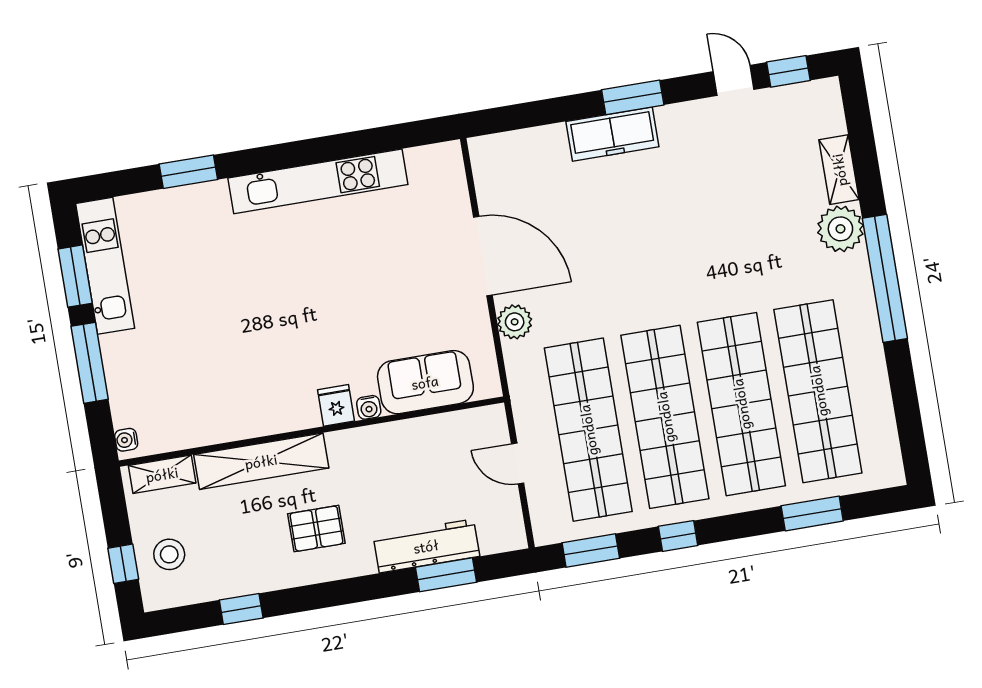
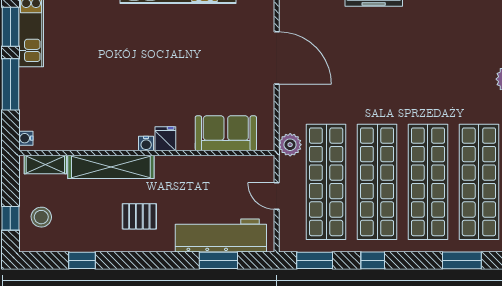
plant: (515, 322) -> (290, 145), moved
water cooler: (369, 407) -> (146, 144), moved
workbench: (426, 546) -> (221, 235), width x1.36, depth x1.32

